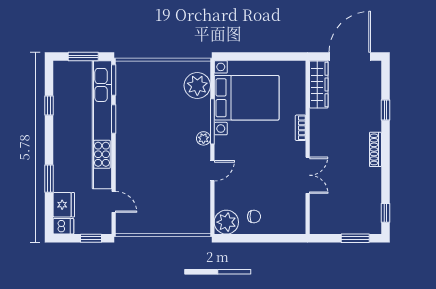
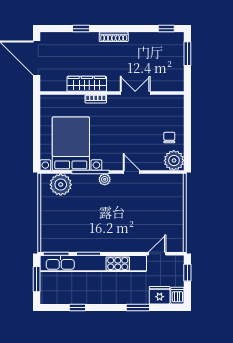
wardrobe: (319, 85) -> (87, 84), moved

